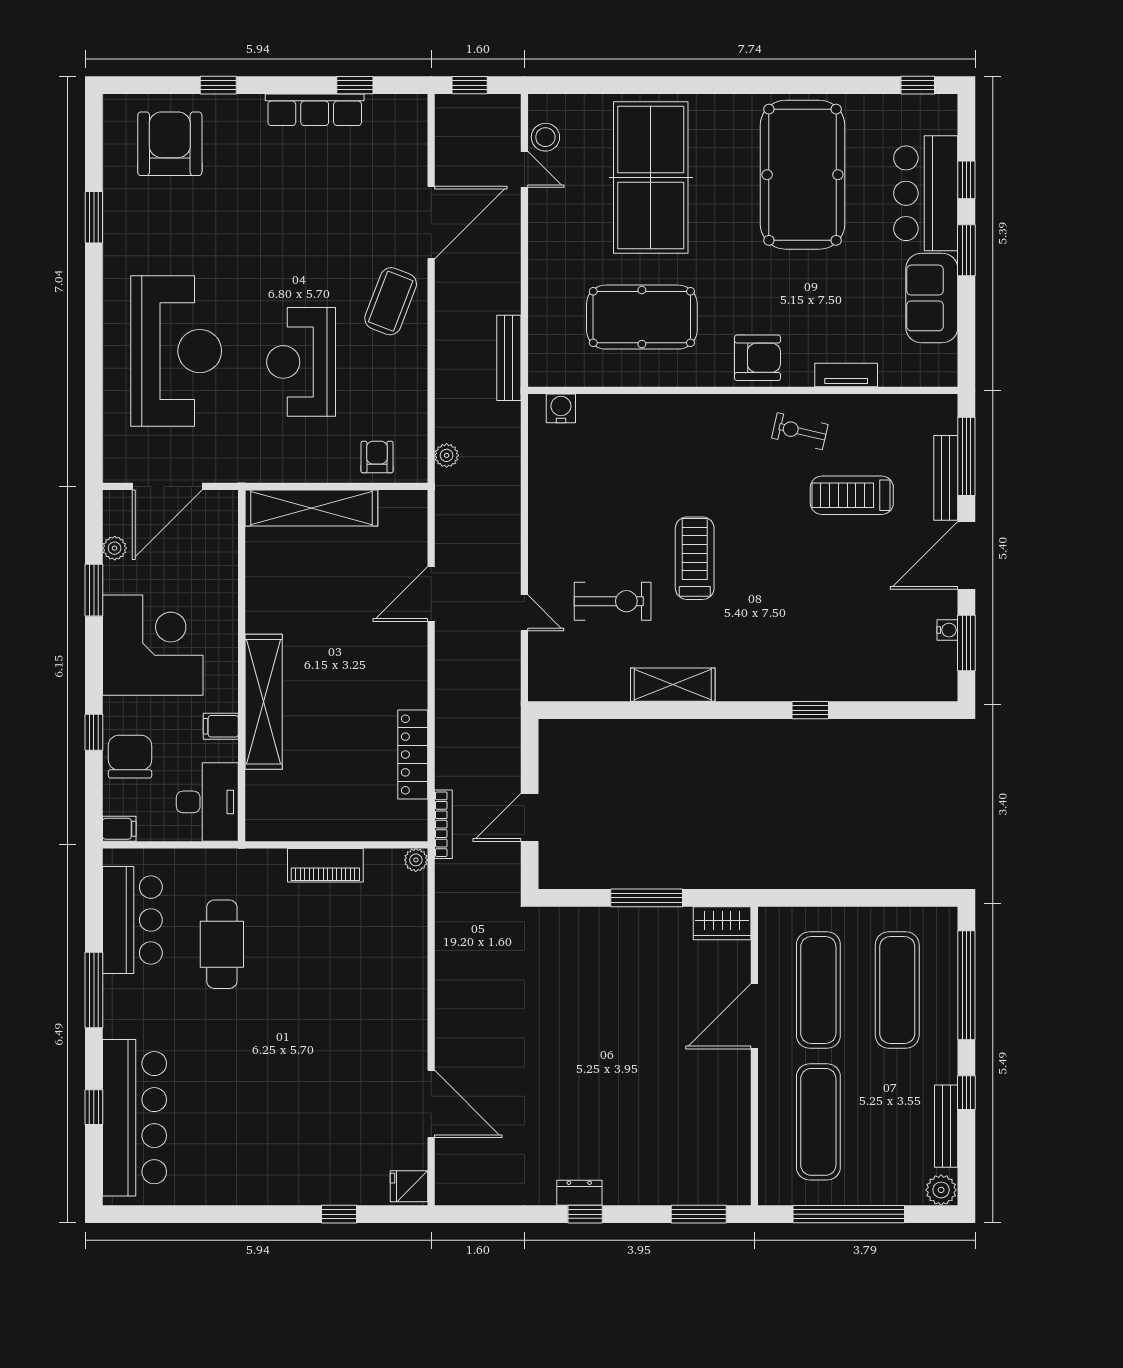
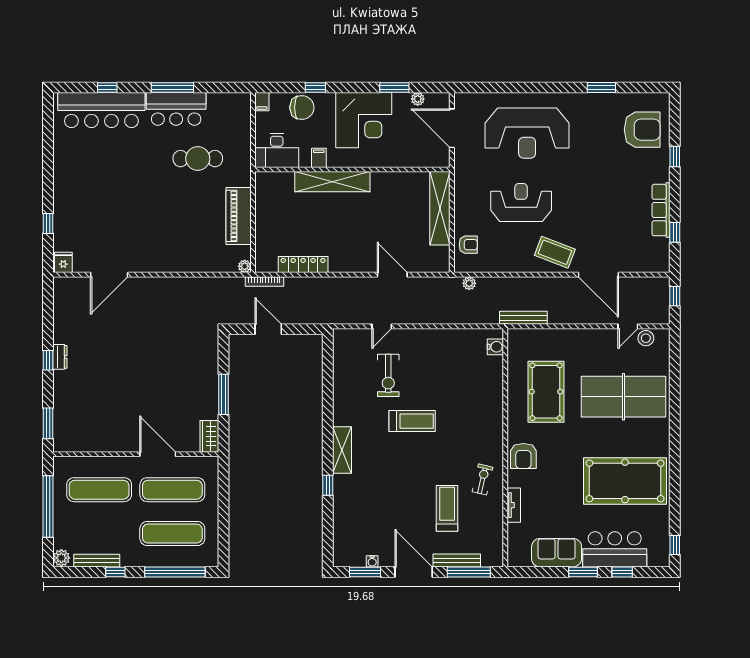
shelving: (673, 685) -> (342, 450), moved
piano: (325, 865) -> (239, 216), width x1.37, depth x1.33
bar counter: (132, 920) -> (176, 109), moved

